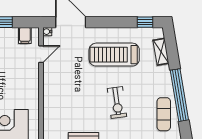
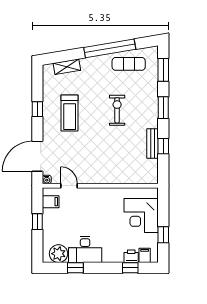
window: (145, 22) -> (37, 109), moved
treadmill: (114, 55) -> (70, 113), width x0.73, depth x0.73
exercise bike: (117, 103) -> (117, 110), turned -82

